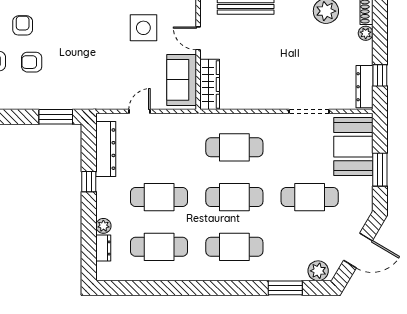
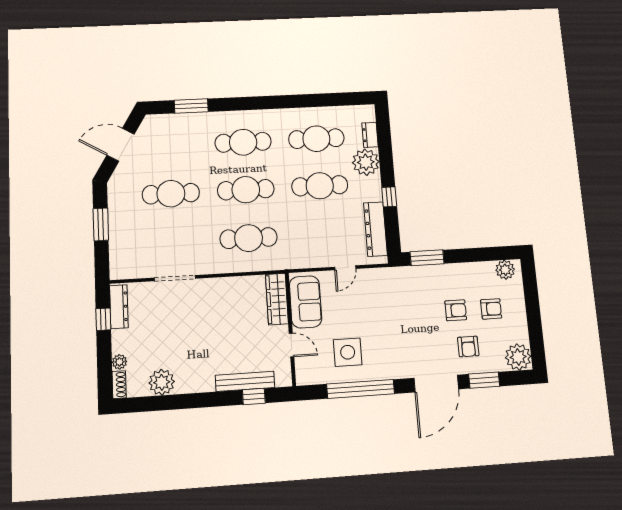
booth: (353, 147) -> (129, 246), removed
plant: (103, 226) -> (366, 162), width x1.88, depth x1.88
plant: (318, 271) -> (160, 124), removed

